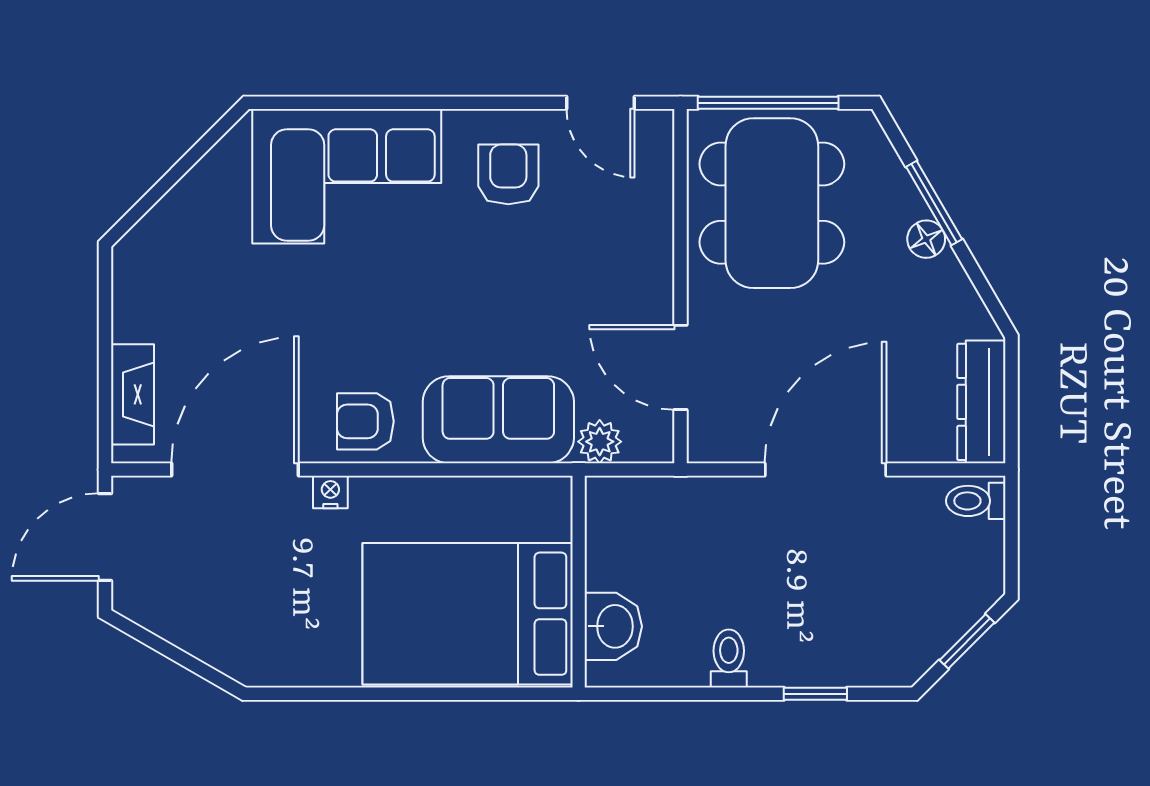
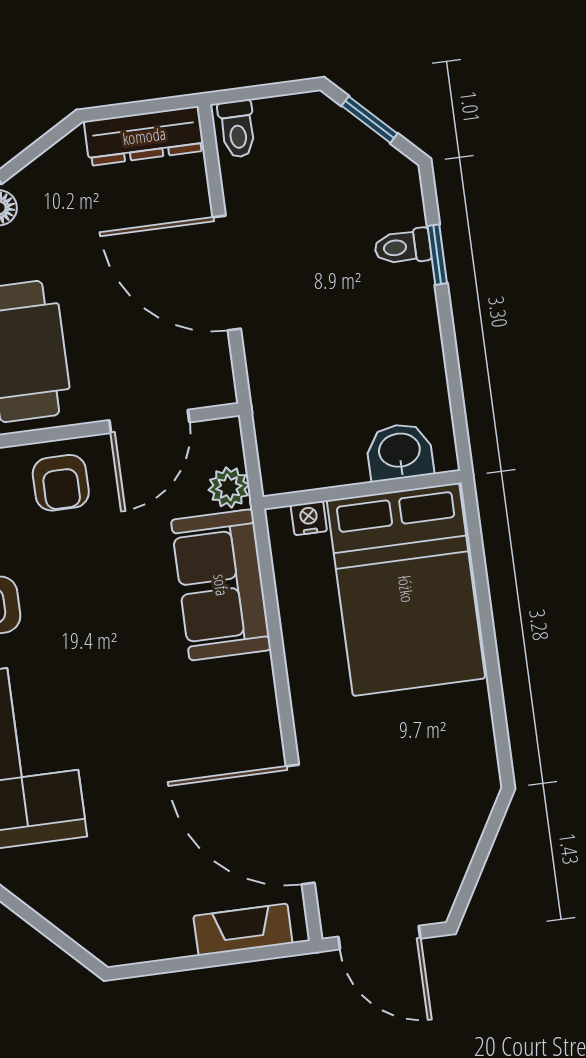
armchair: (365, 421) -> (61, 483), moved
nightstand: (330, 492) -> (309, 518), moved, turned 90
toilet: (729, 658) -> (403, 247), moved

